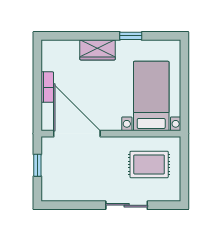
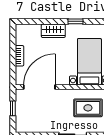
door: (77, 134) -> (39, 87), hinge flipped

